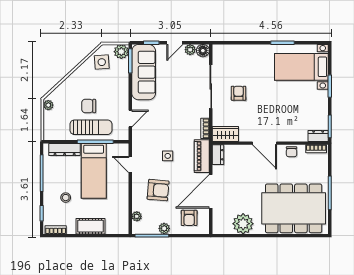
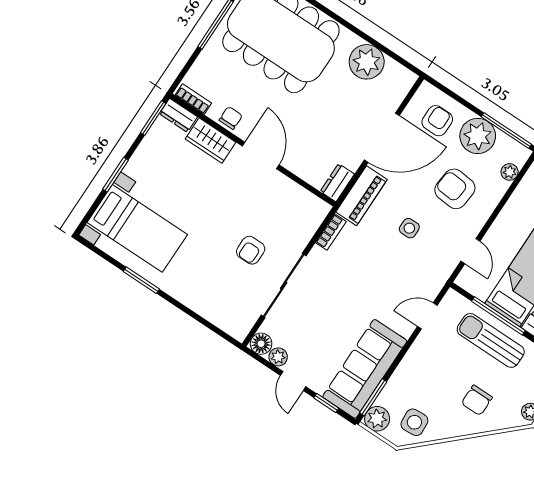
door: (175, 43) -> (293, 381), swing flipped
chair: (89, 106) -> (477, 400), moved, turned 90
wardrobe: (225, 134) -> (211, 141), moved
plant: (164, 228) -> (478, 136), width x1.88, depth x1.88

